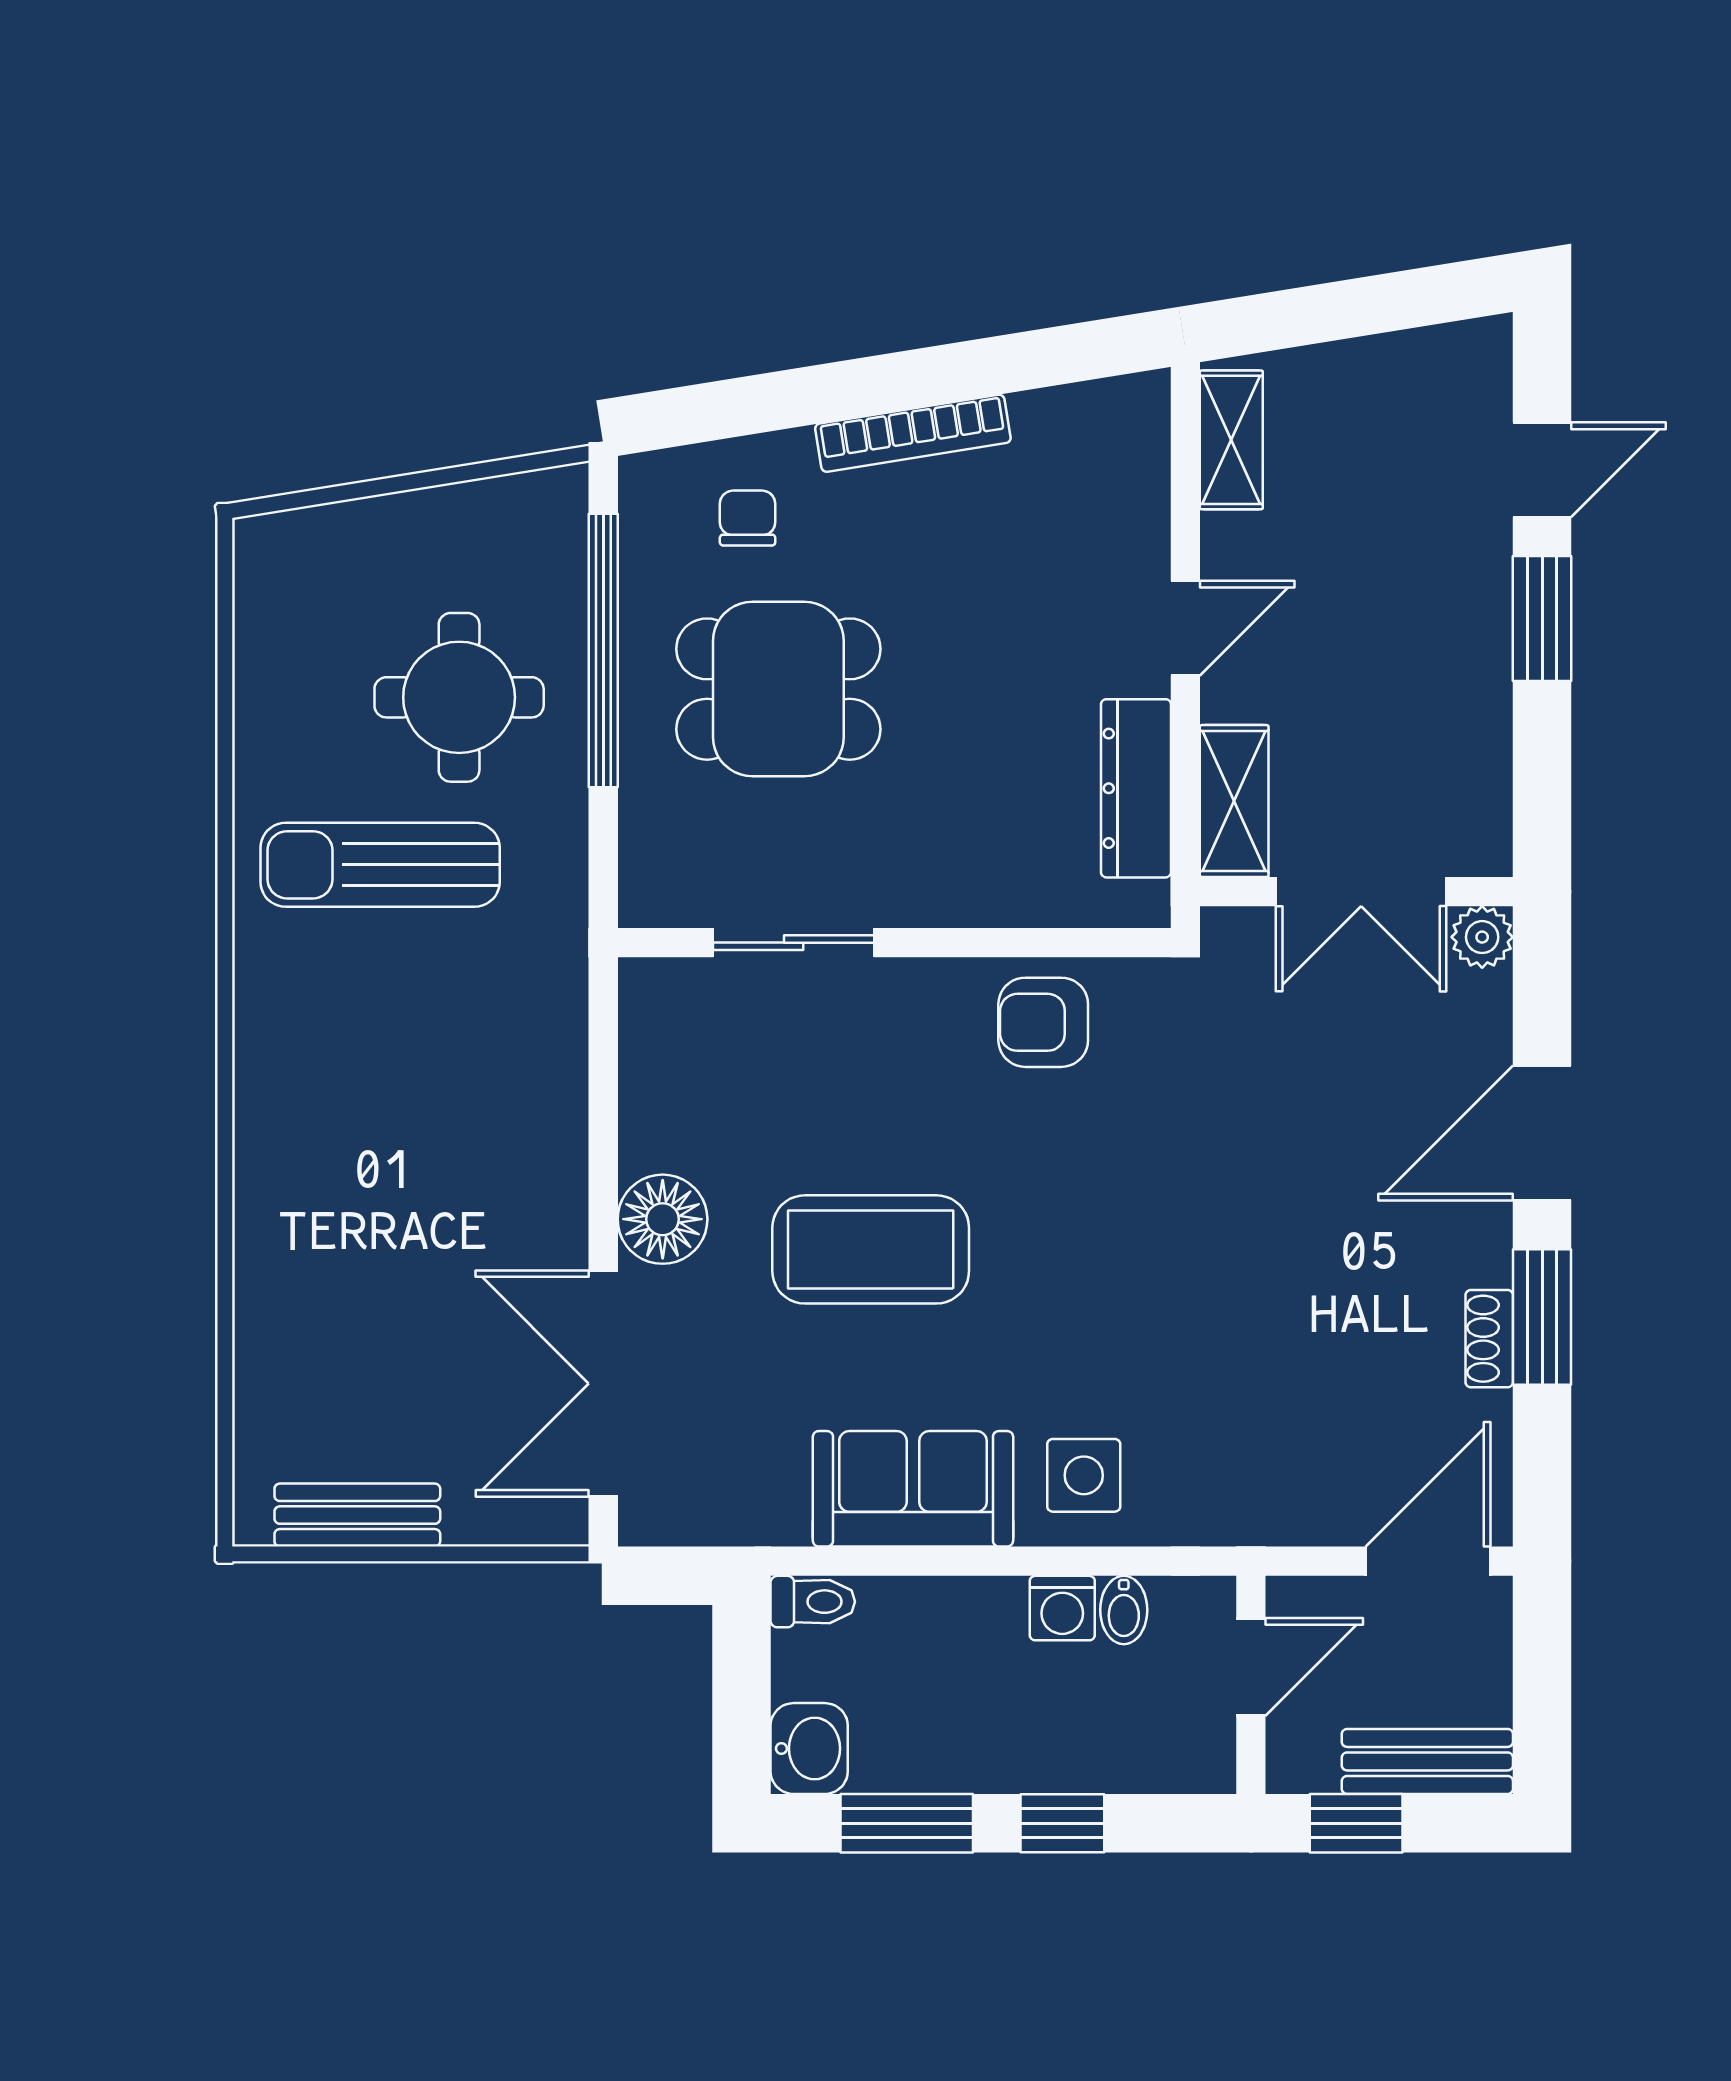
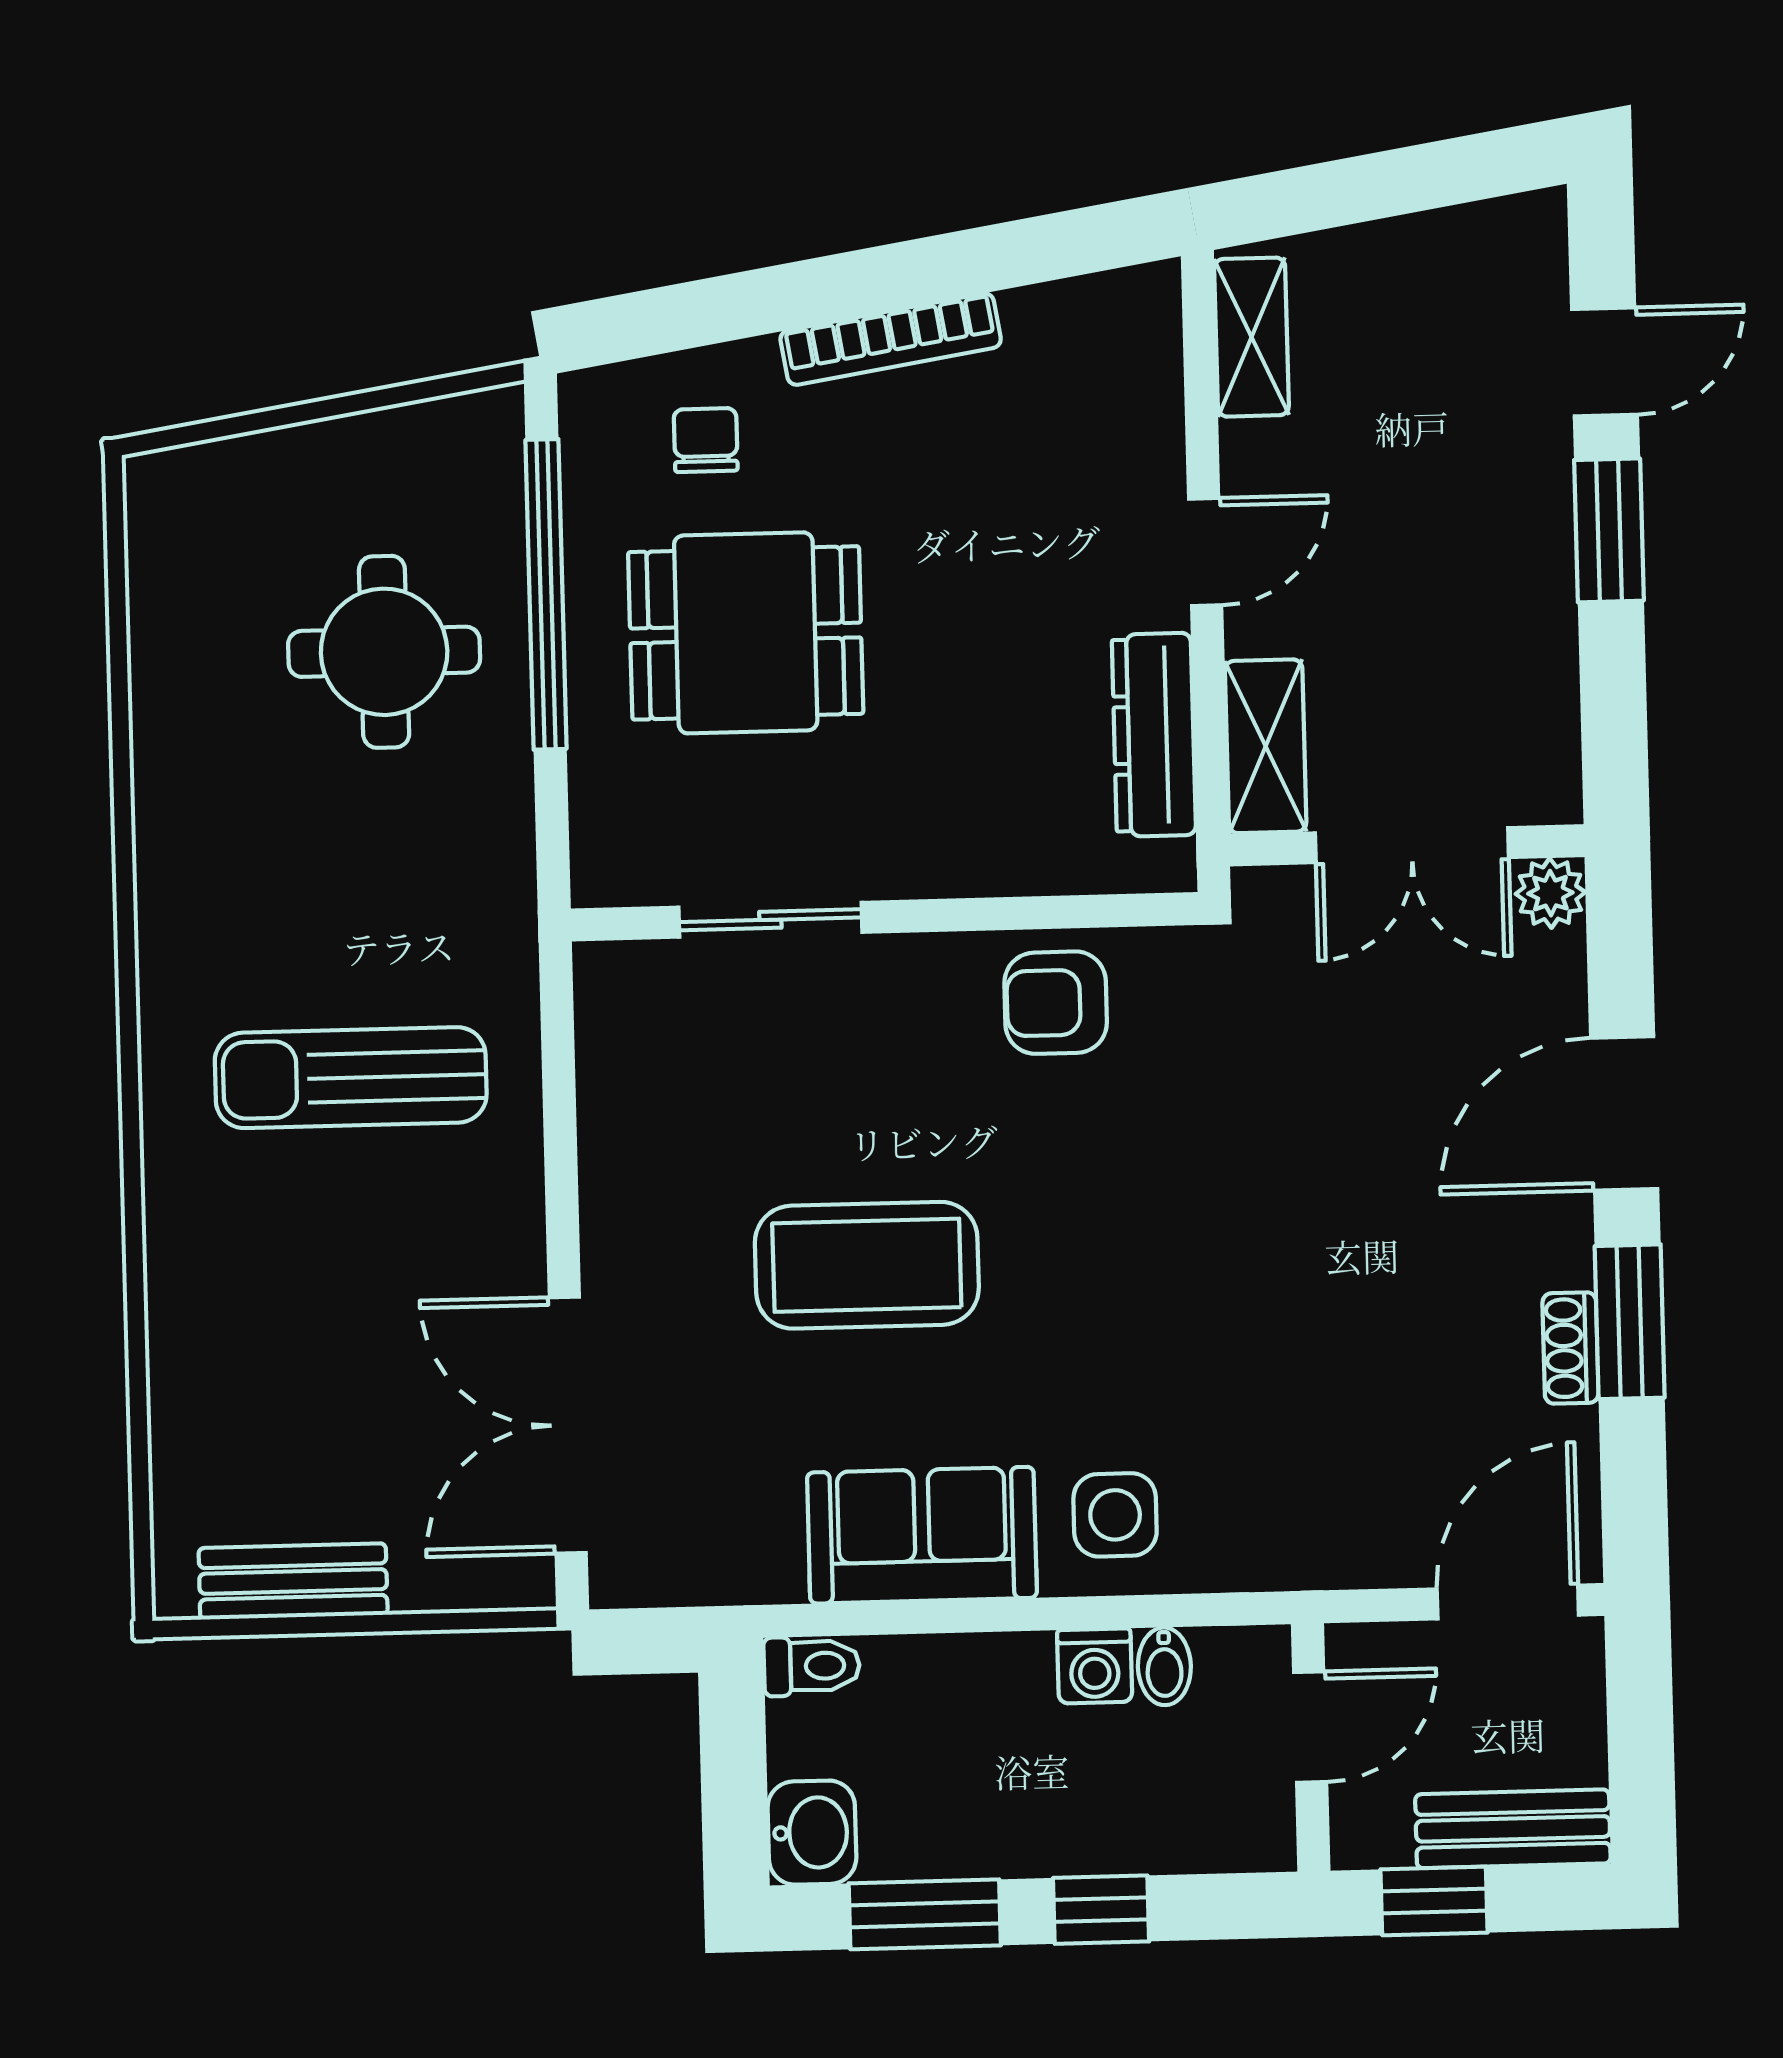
sun lounger: (380, 865) -> (351, 1078), moved
floor lamp: (663, 1219) -> (630, 1237), removed

